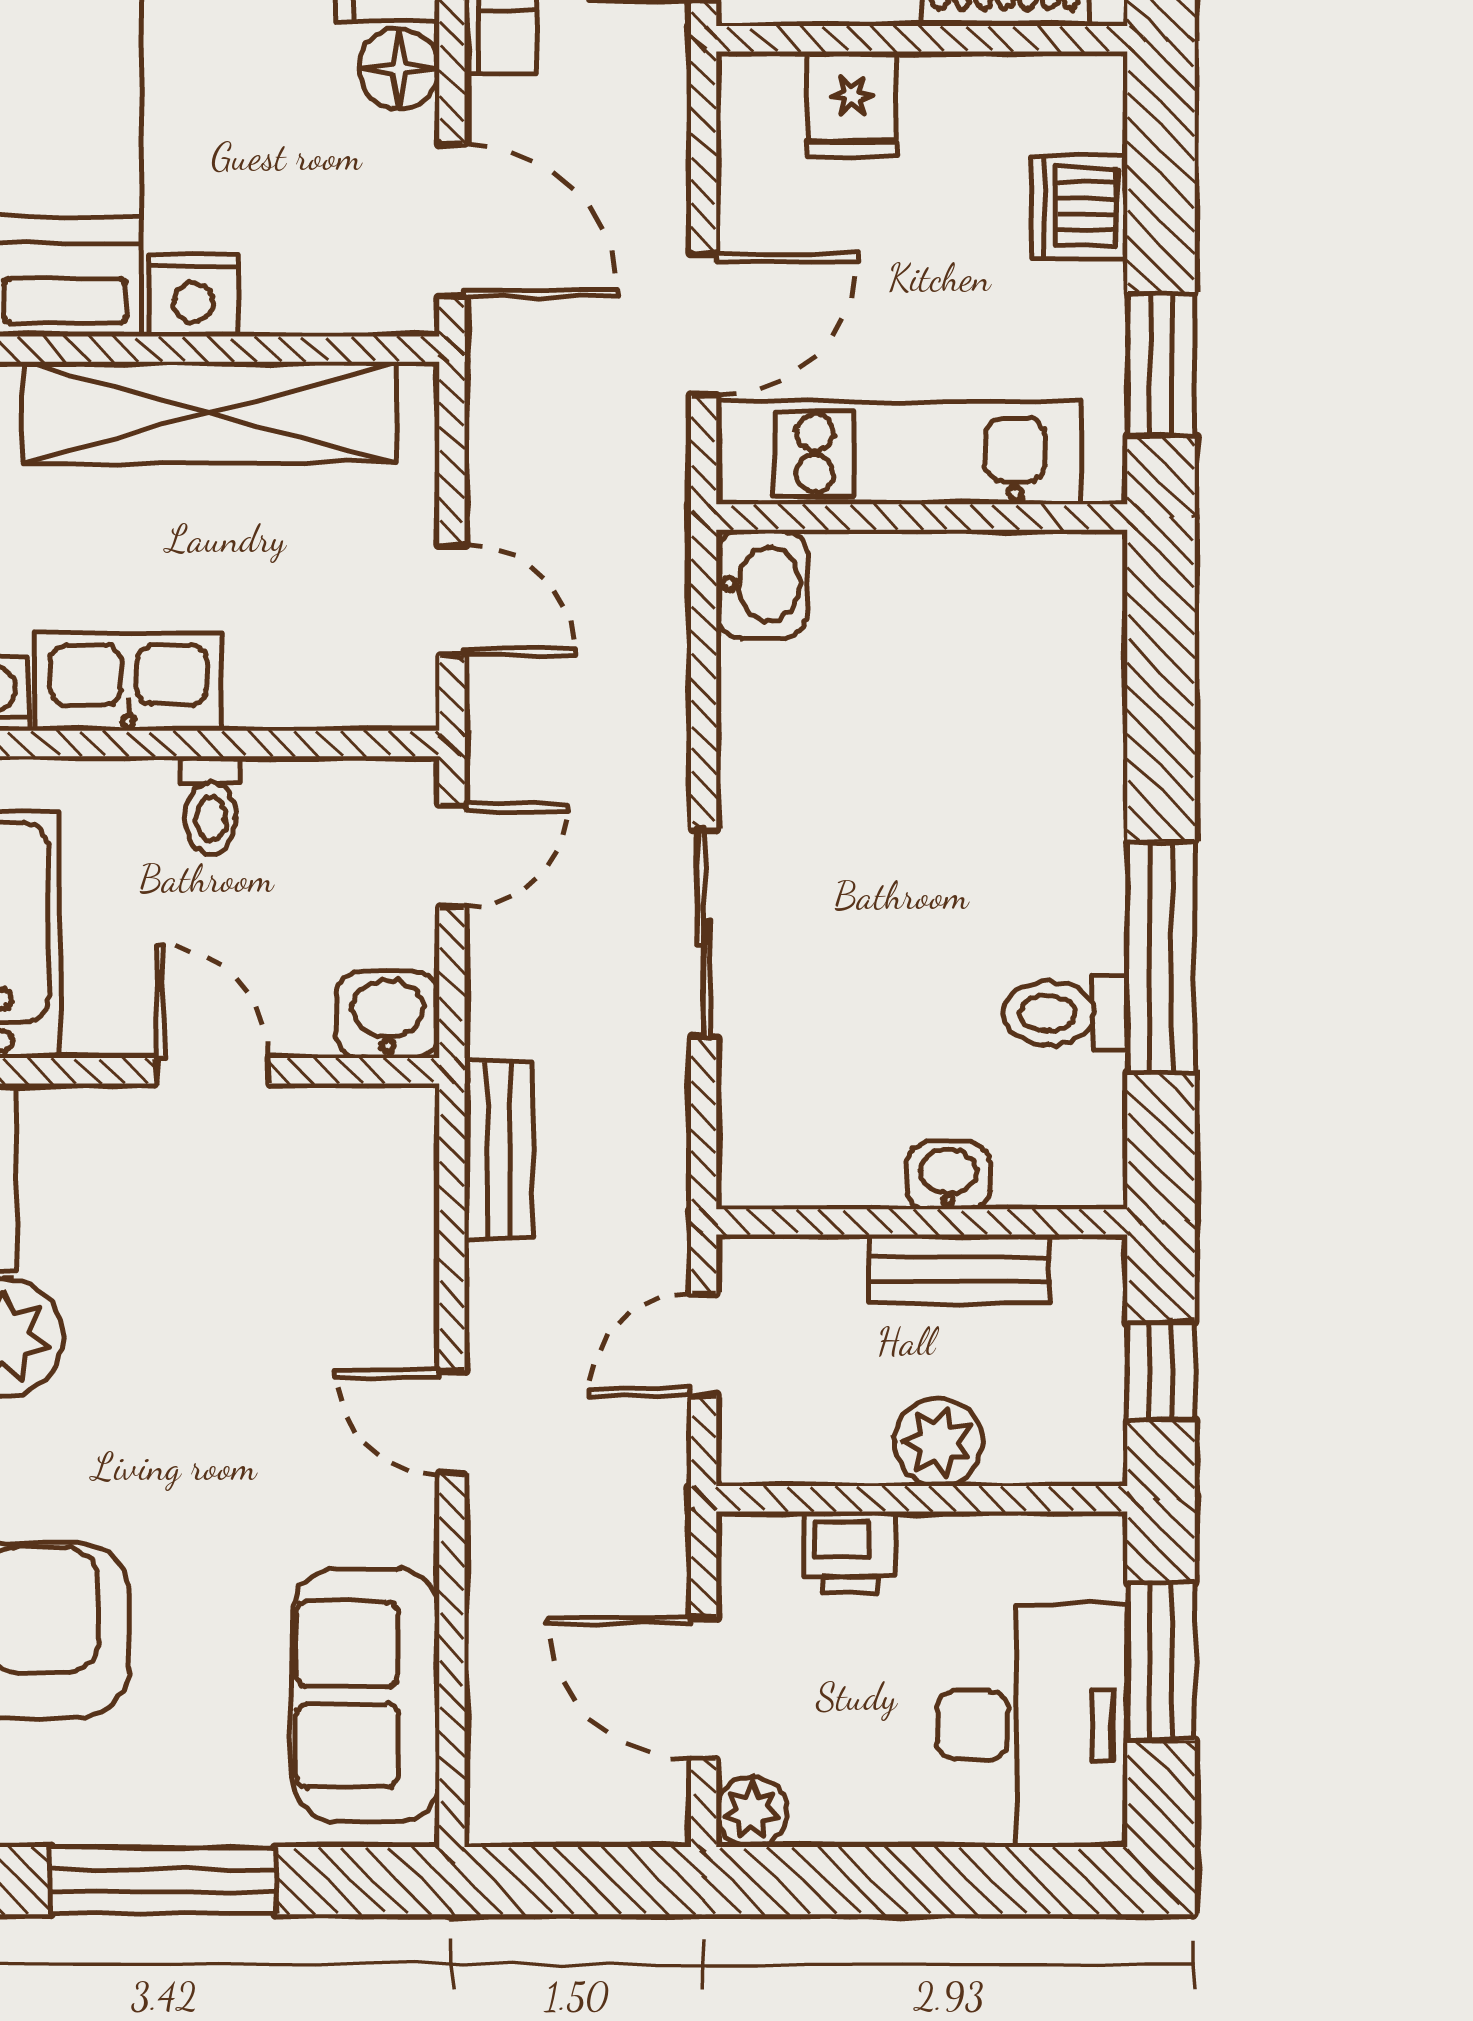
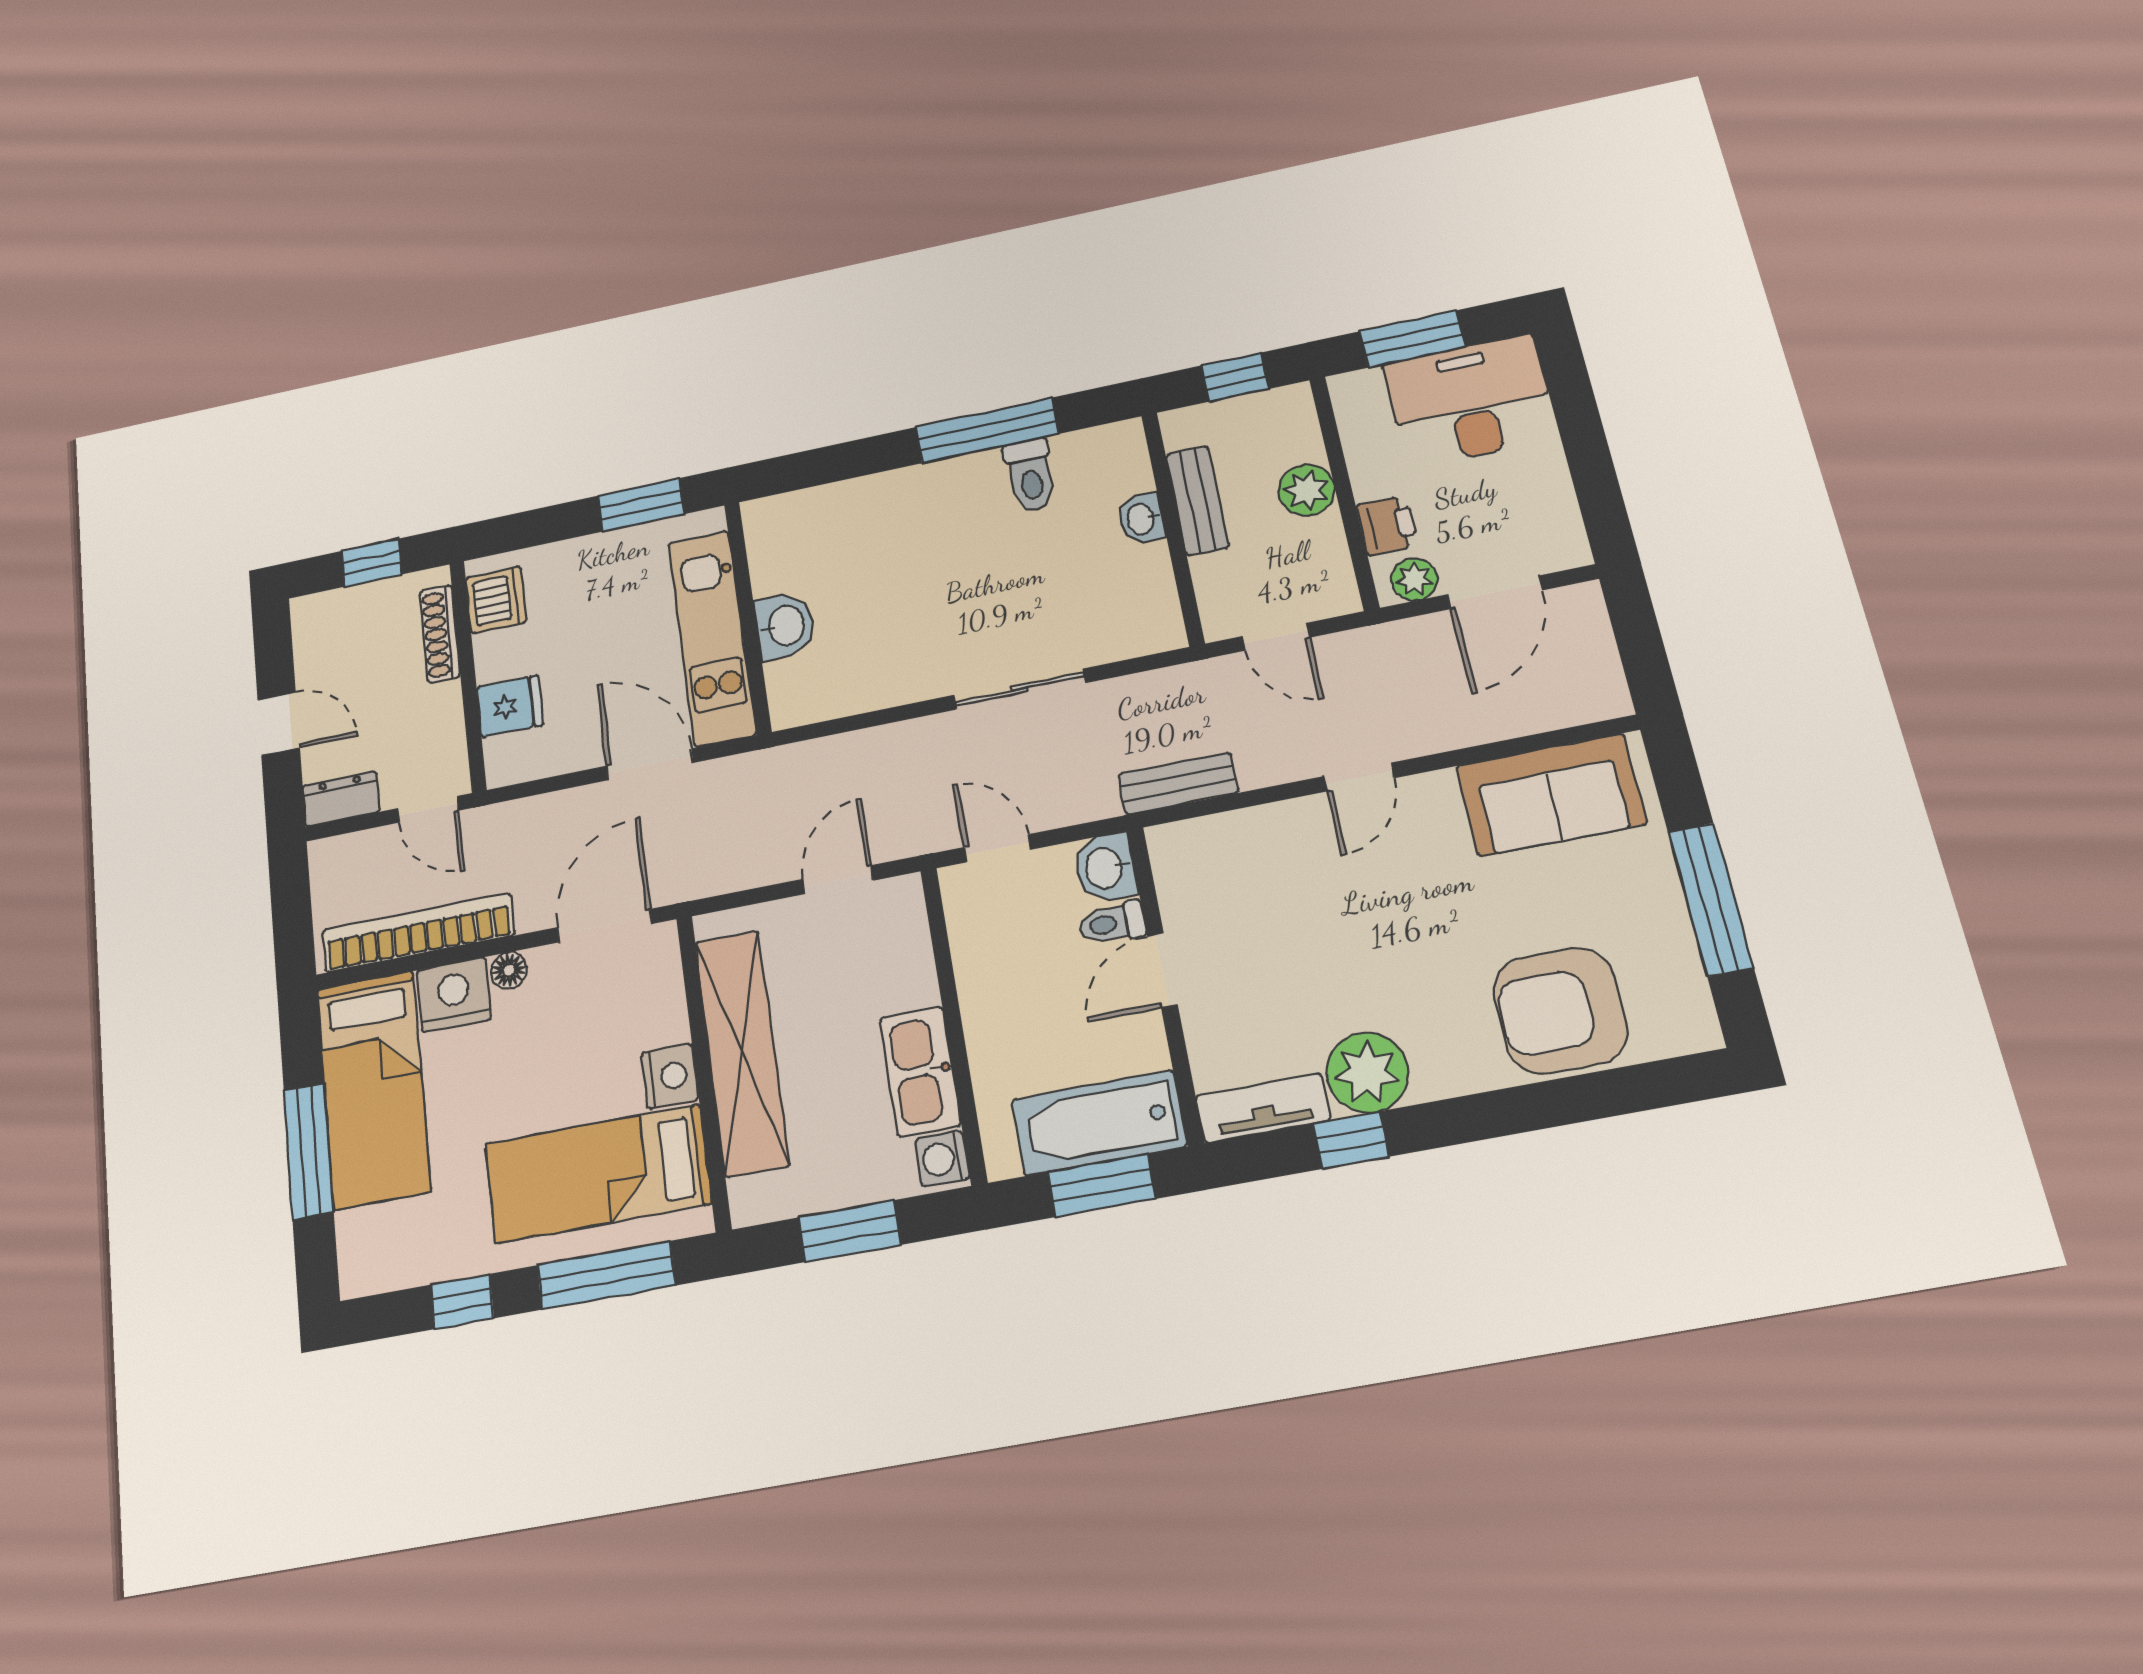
floor lamp: (399, 69) -> (509, 970), width x0.73, depth x0.73
dishwasher: (1079, 207) -> (496, 600), moved, turned -90
washbasin: (762, 584) -> (785, 626), moved, turned 90
toilet: (211, 805) -> (1112, 923), moved, turned 180
plant: (752, 1812) -> (1414, 579), moved

